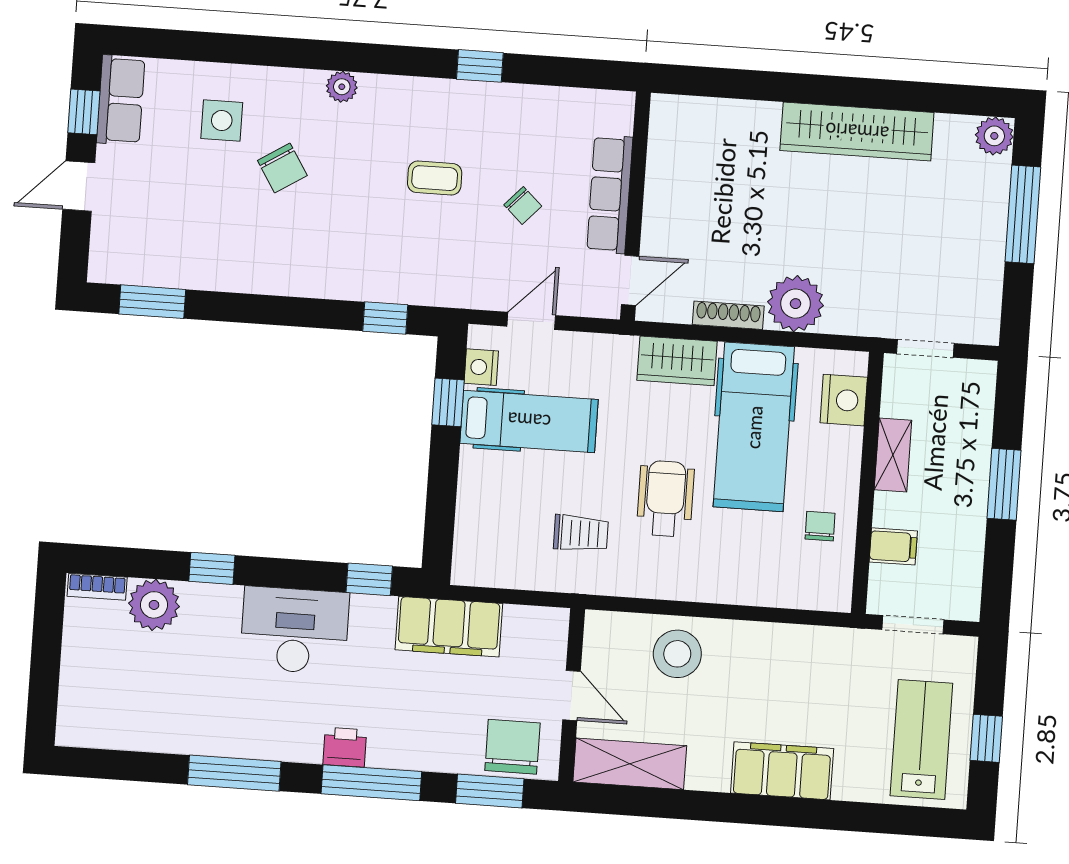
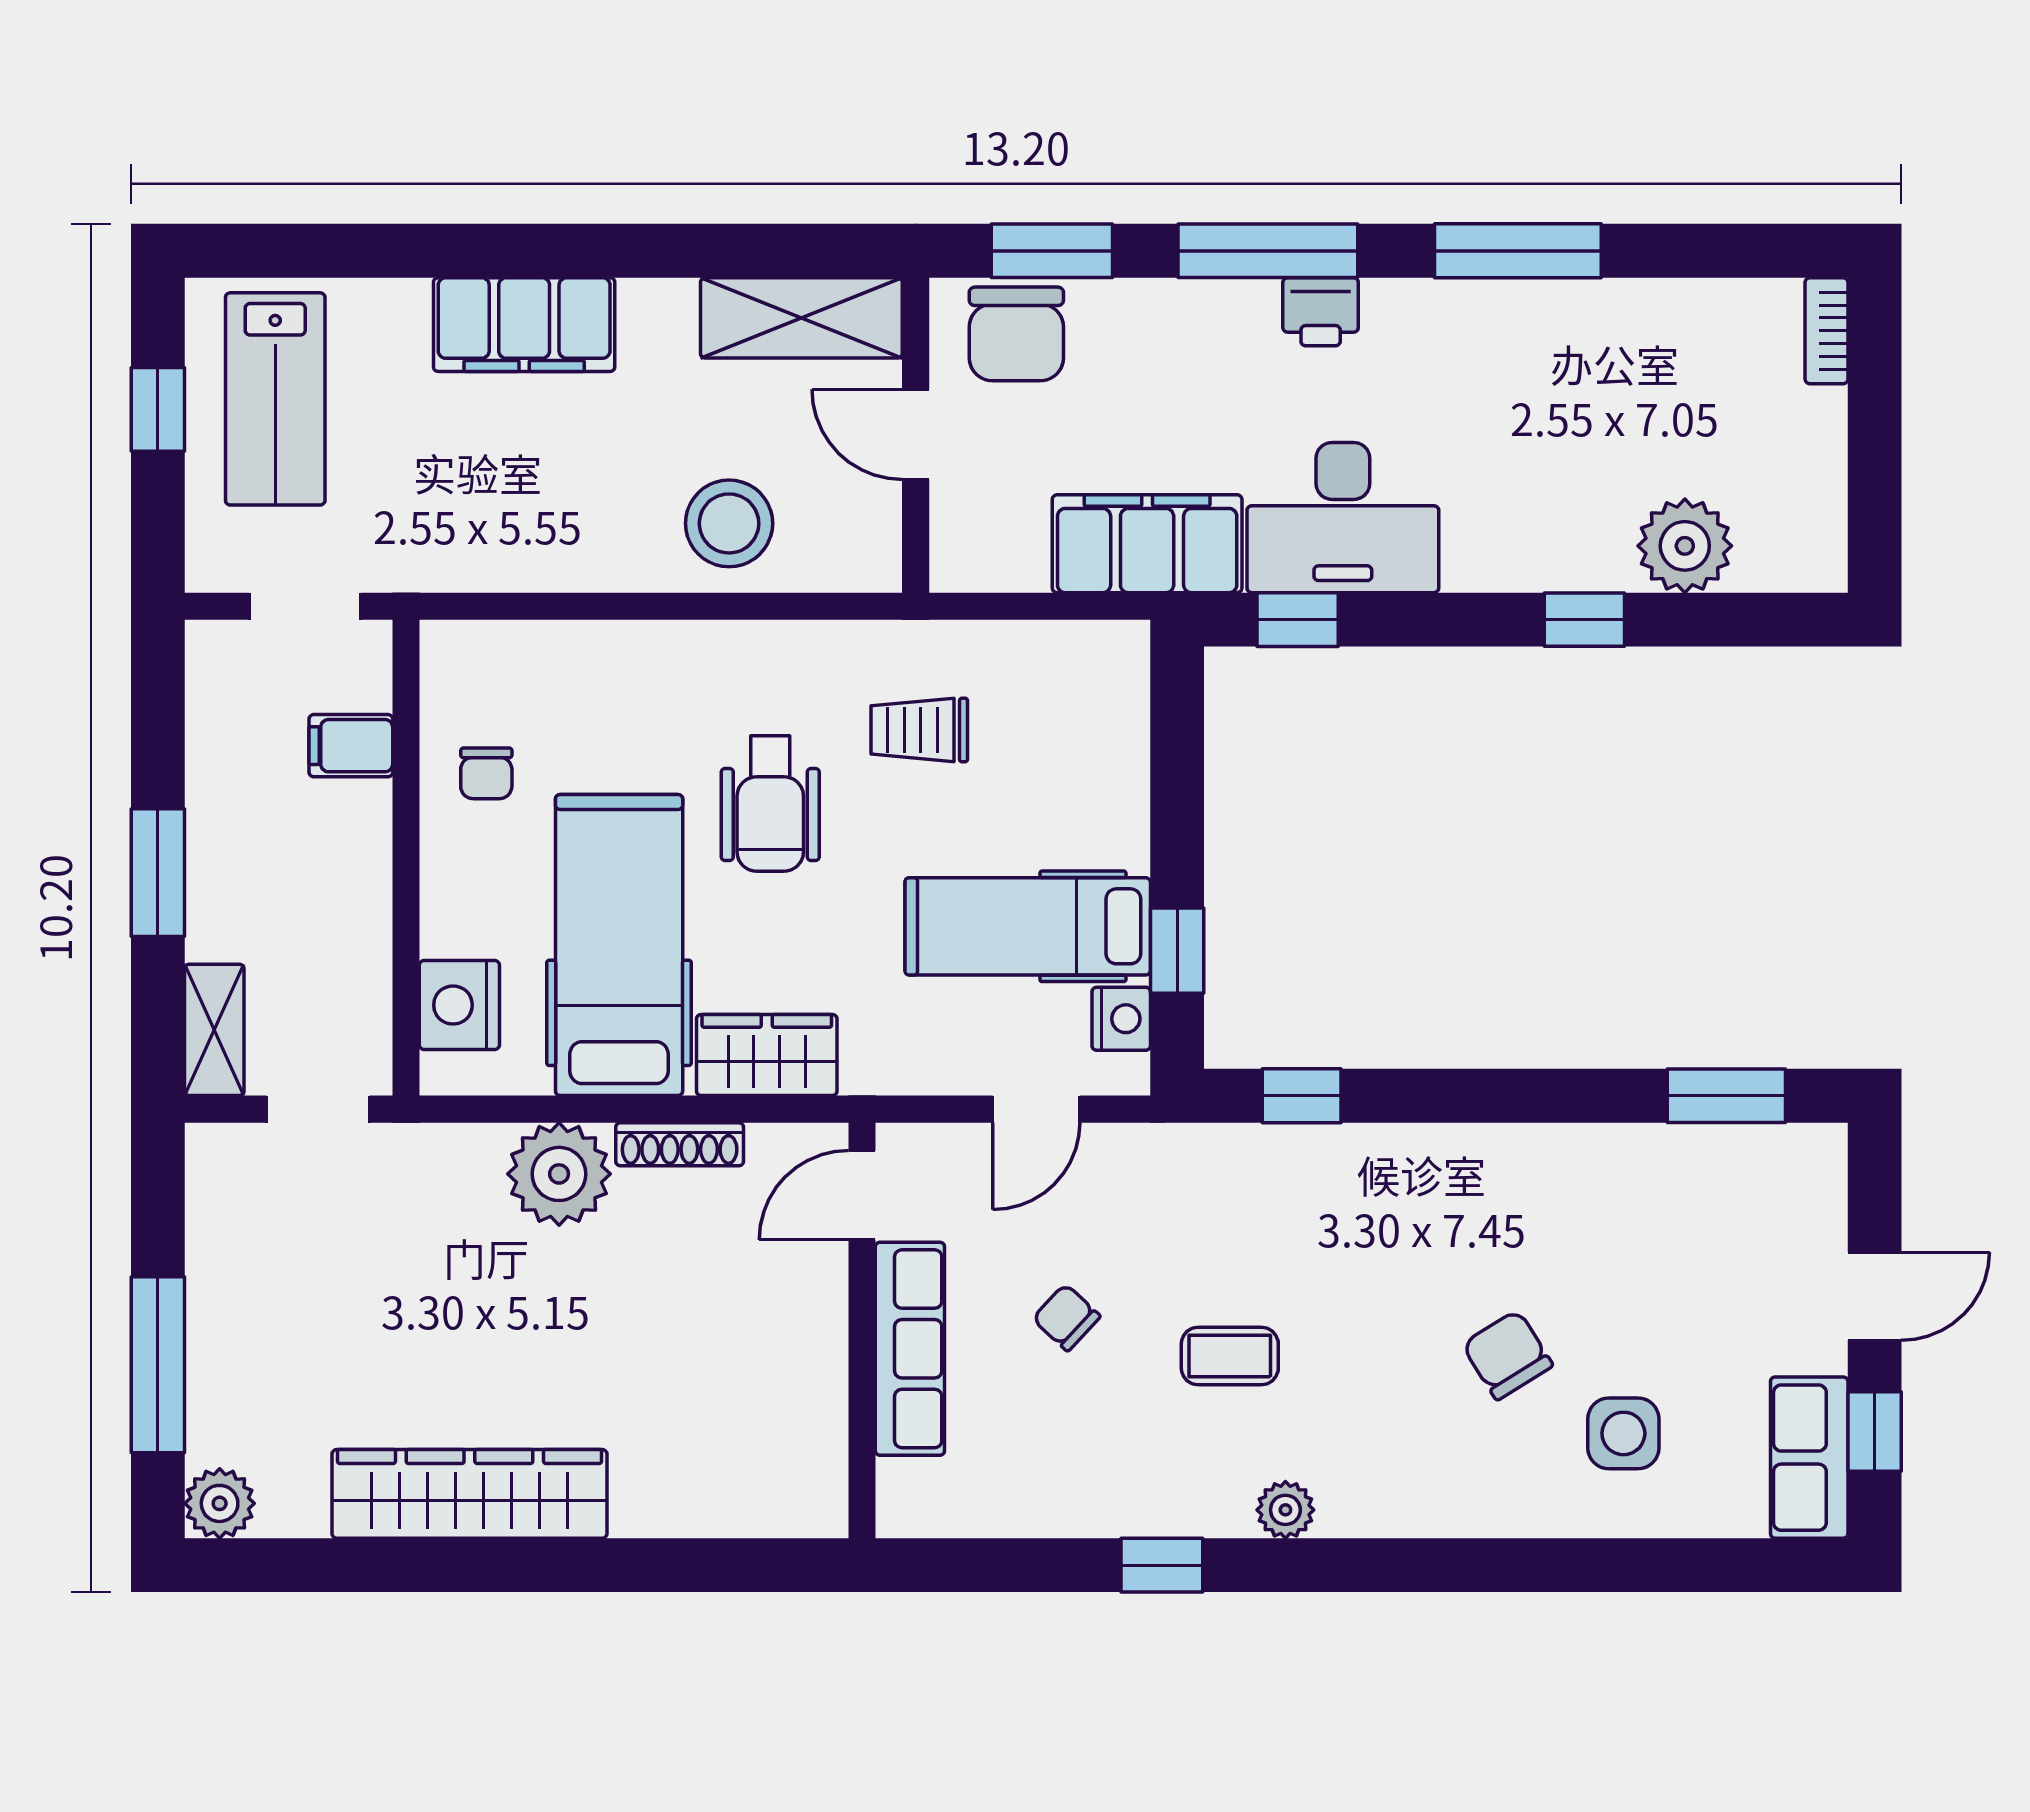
plant: (342, 87) -> (1285, 1510), moved
shelving: (893, 455) -> (214, 1030), moved
bookcase: (97, 587) -> (1827, 331), moved, turned -90
desk: (295, 630) -> (1343, 518), moved

